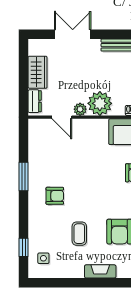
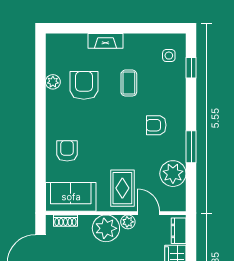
rug: (85, 140) -> (122, 188), added
plant: (40, 153) -> (173, 174), added

